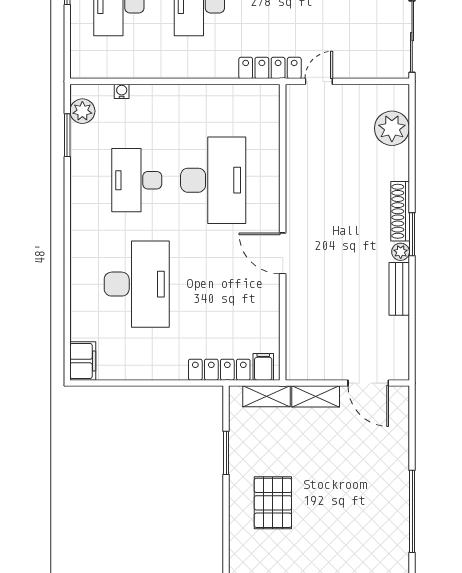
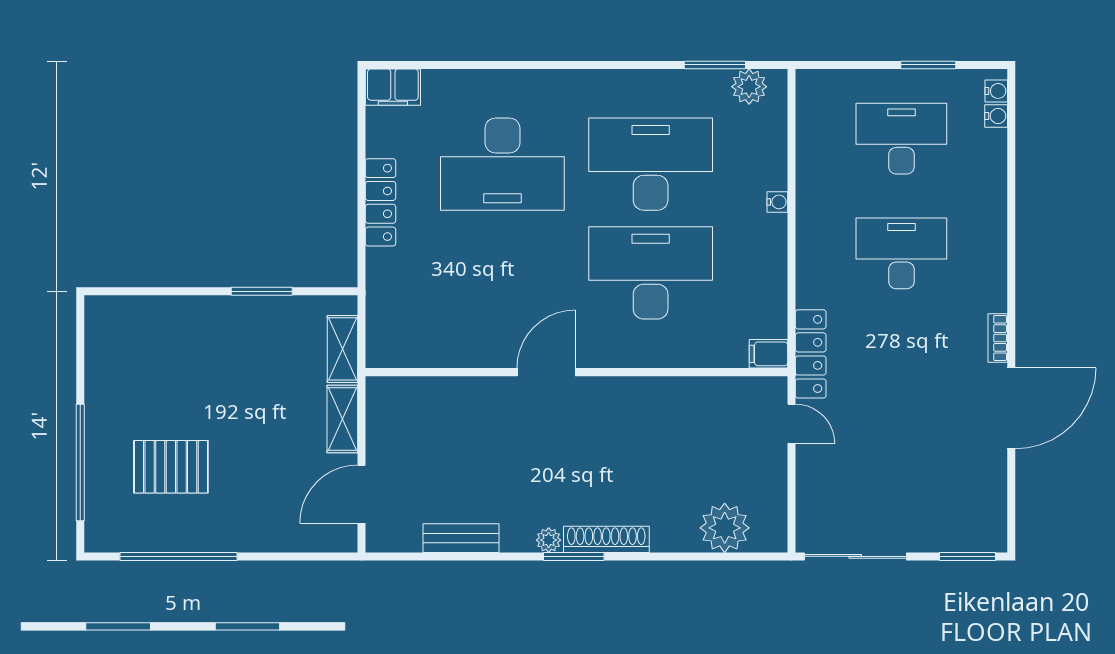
water cooler: (122, 91) -> (777, 202), moved
desk: (137, 180) -> (651, 164), width x1.36, depth x1.30
desk: (213, 180) -> (651, 273), turned 180
bench: (399, 289) -> (461, 538), moved
filing cabinet: (263, 367) -> (768, 354), moved, turned 180
locker: (219, 370) -> (381, 202), moved
pallet: (273, 503) -> (171, 467), moved

